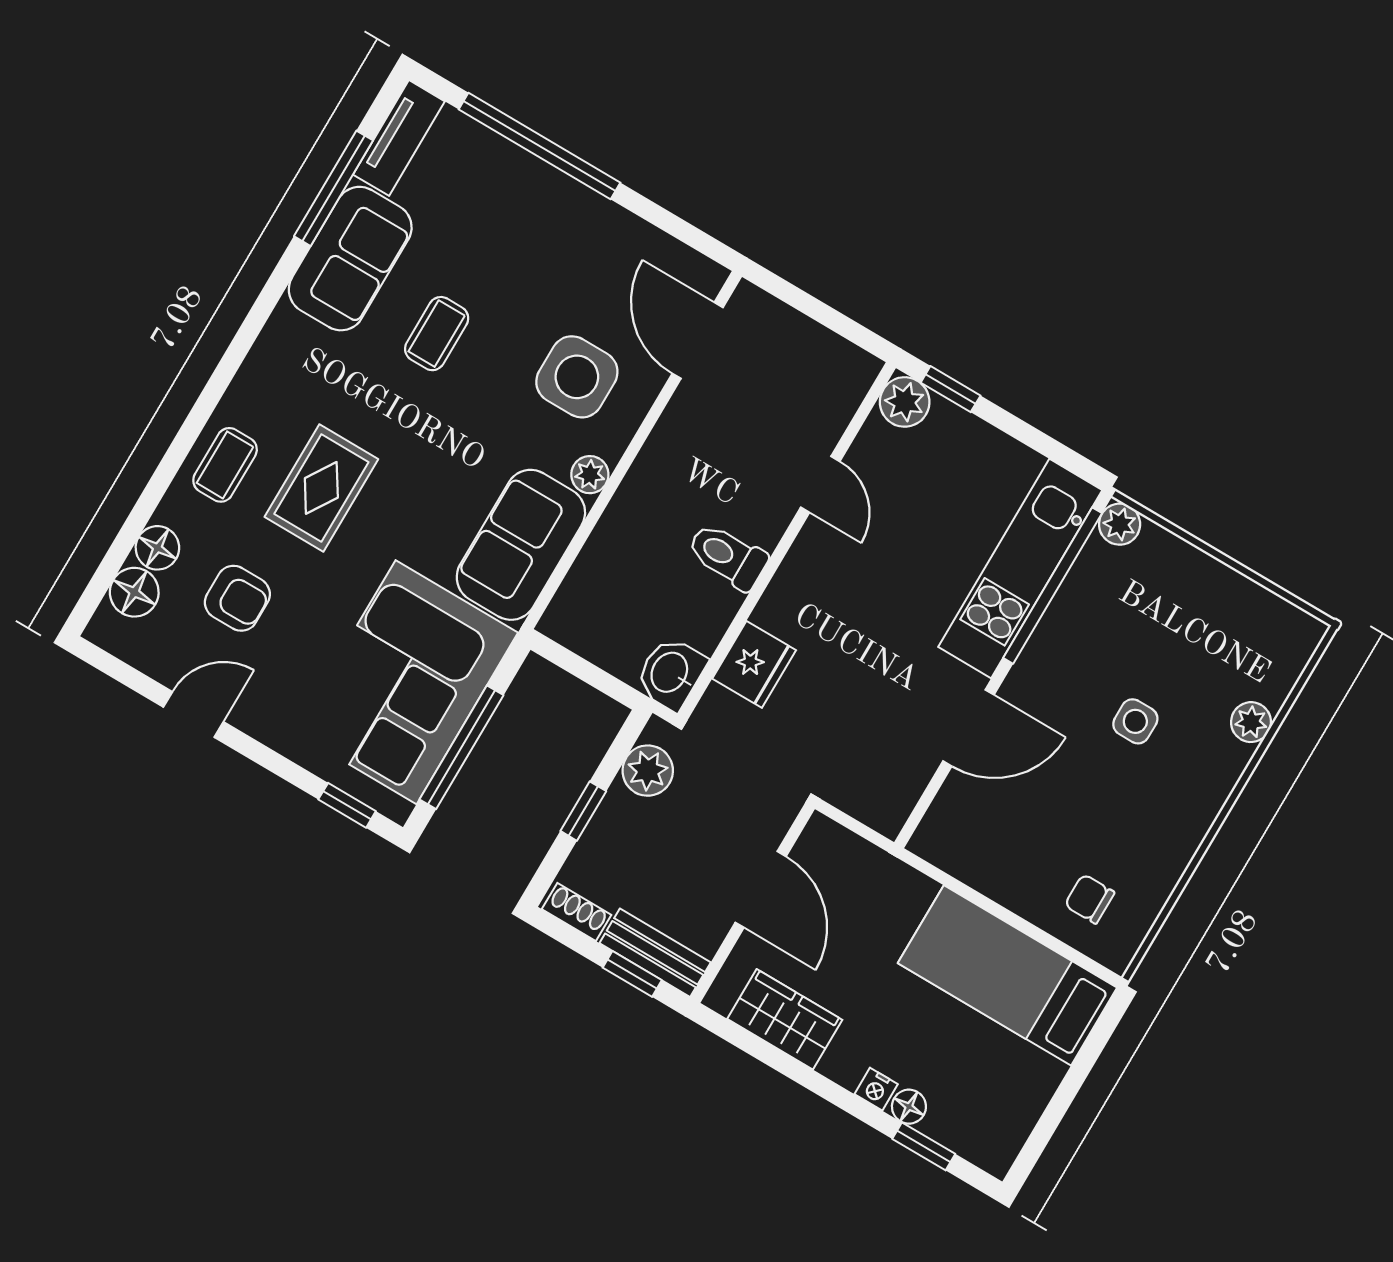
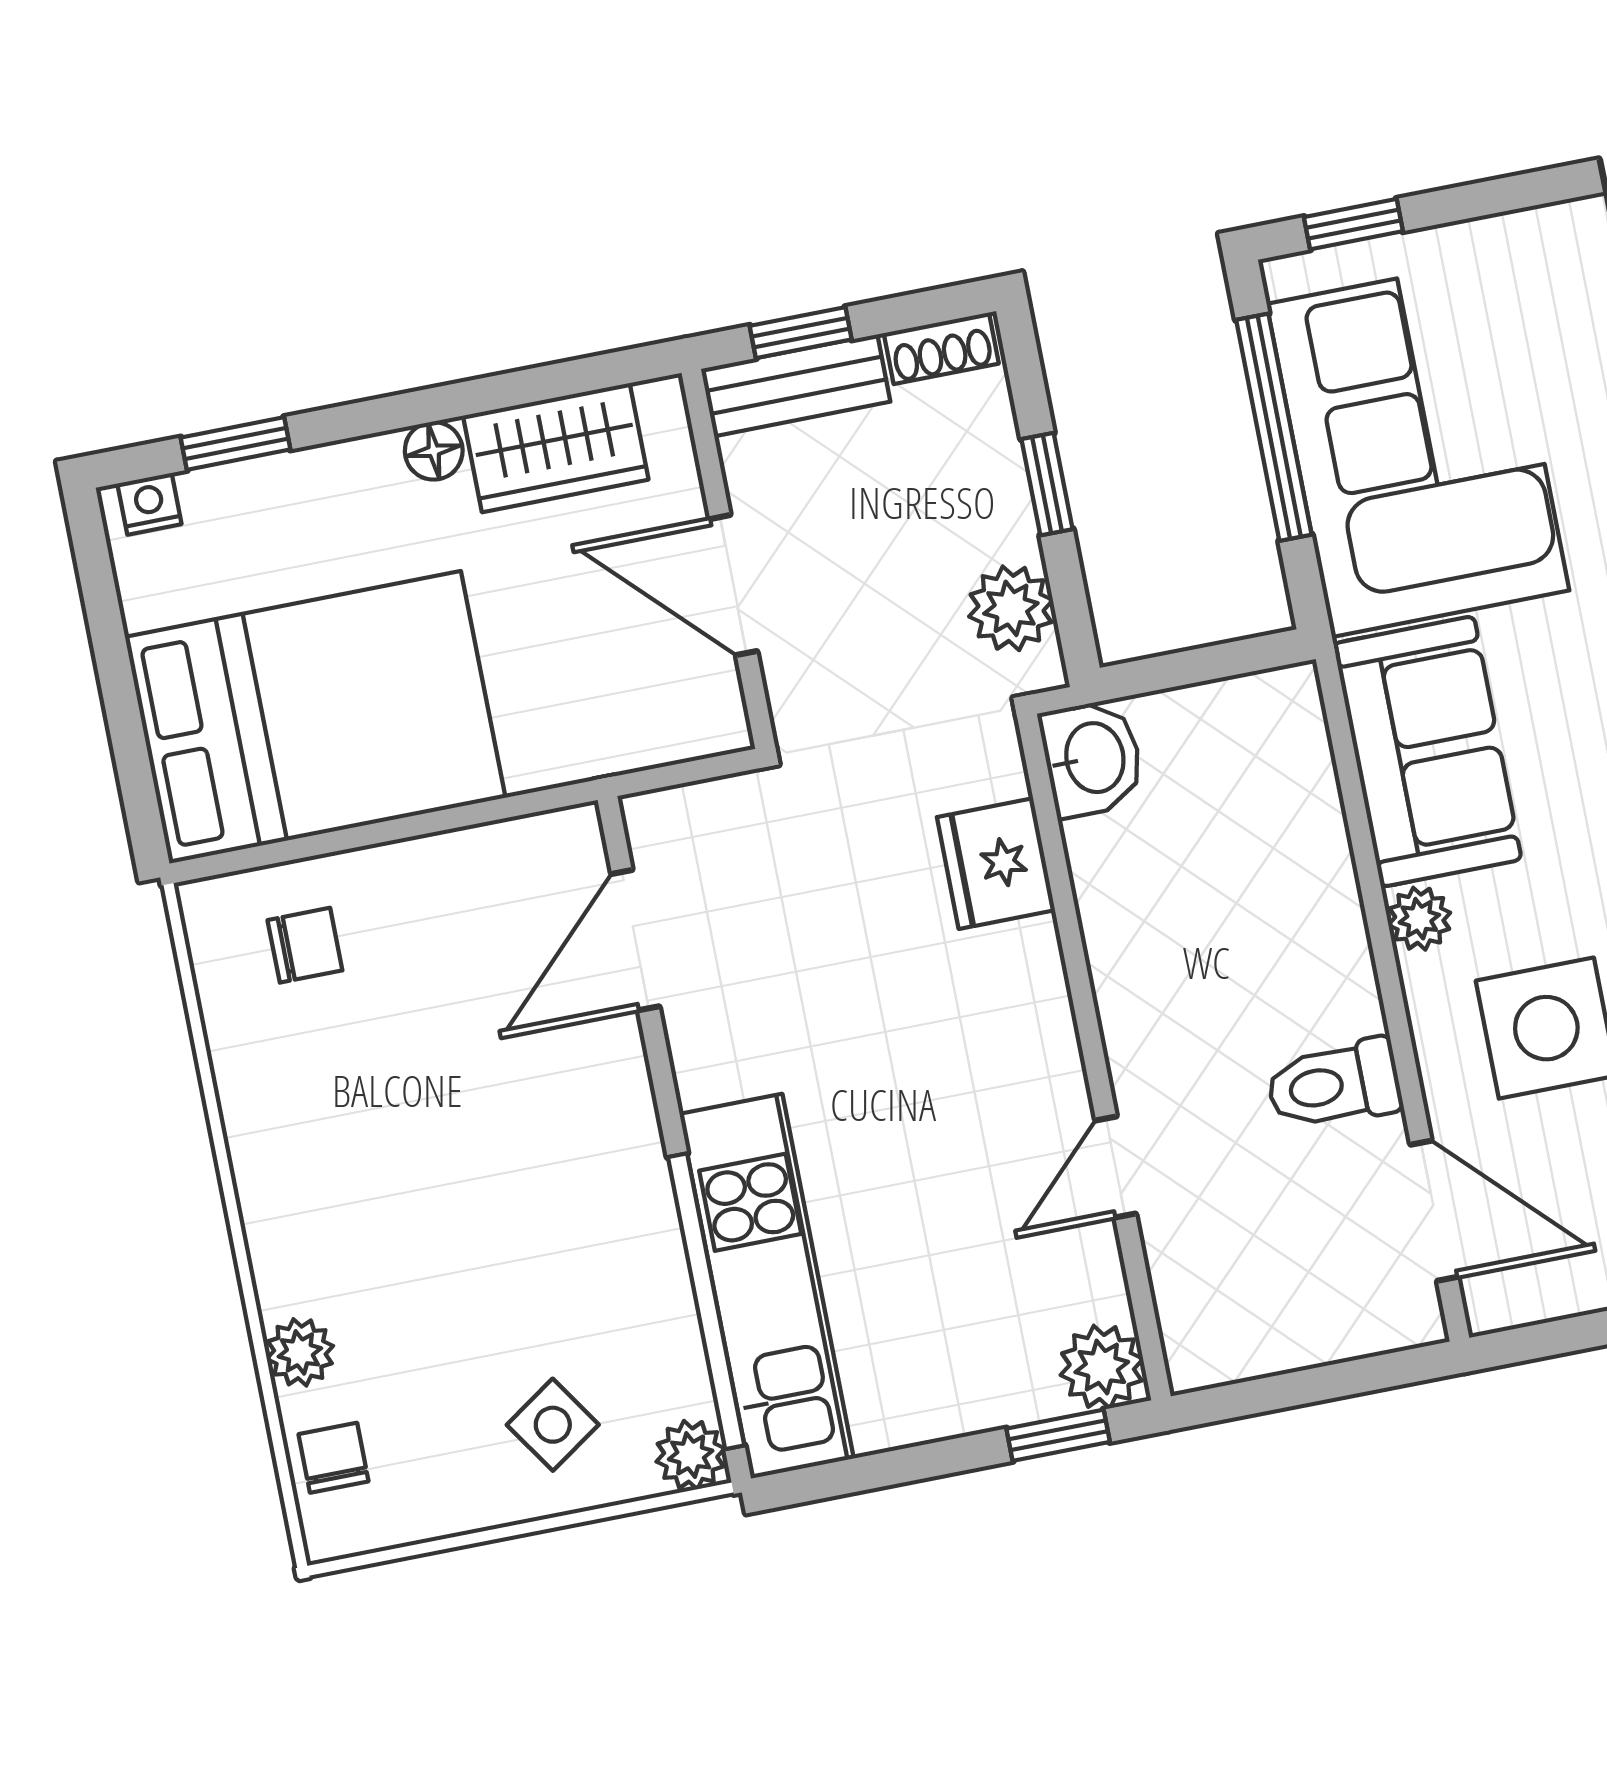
door: (820, 484) -> (1116, 1167), hinge flipped
toilet: (727, 556) -> (1334, 1084), moved, turned 180
chair: (1277, 663) -> (333, 1458), added
side table: (1135, 721) -> (553, 1425), moved, turned -34
door: (968, 728) -> (635, 940), moved
bed: (1007, 975) -> (315, 717), width x1.50
nightstand: (876, 1089) -> (149, 504), moved
floor lamp: (909, 1107) -> (434, 451), moved

